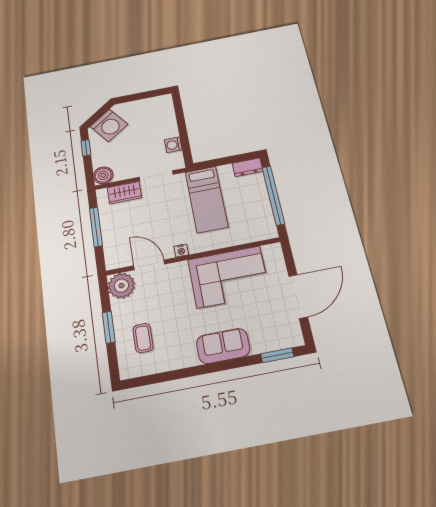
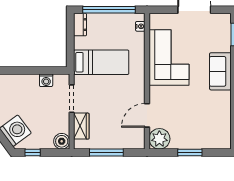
nightstand: (181, 250) -> (140, 26), moved
coffee table: (143, 338) -> (203, 128), removed

